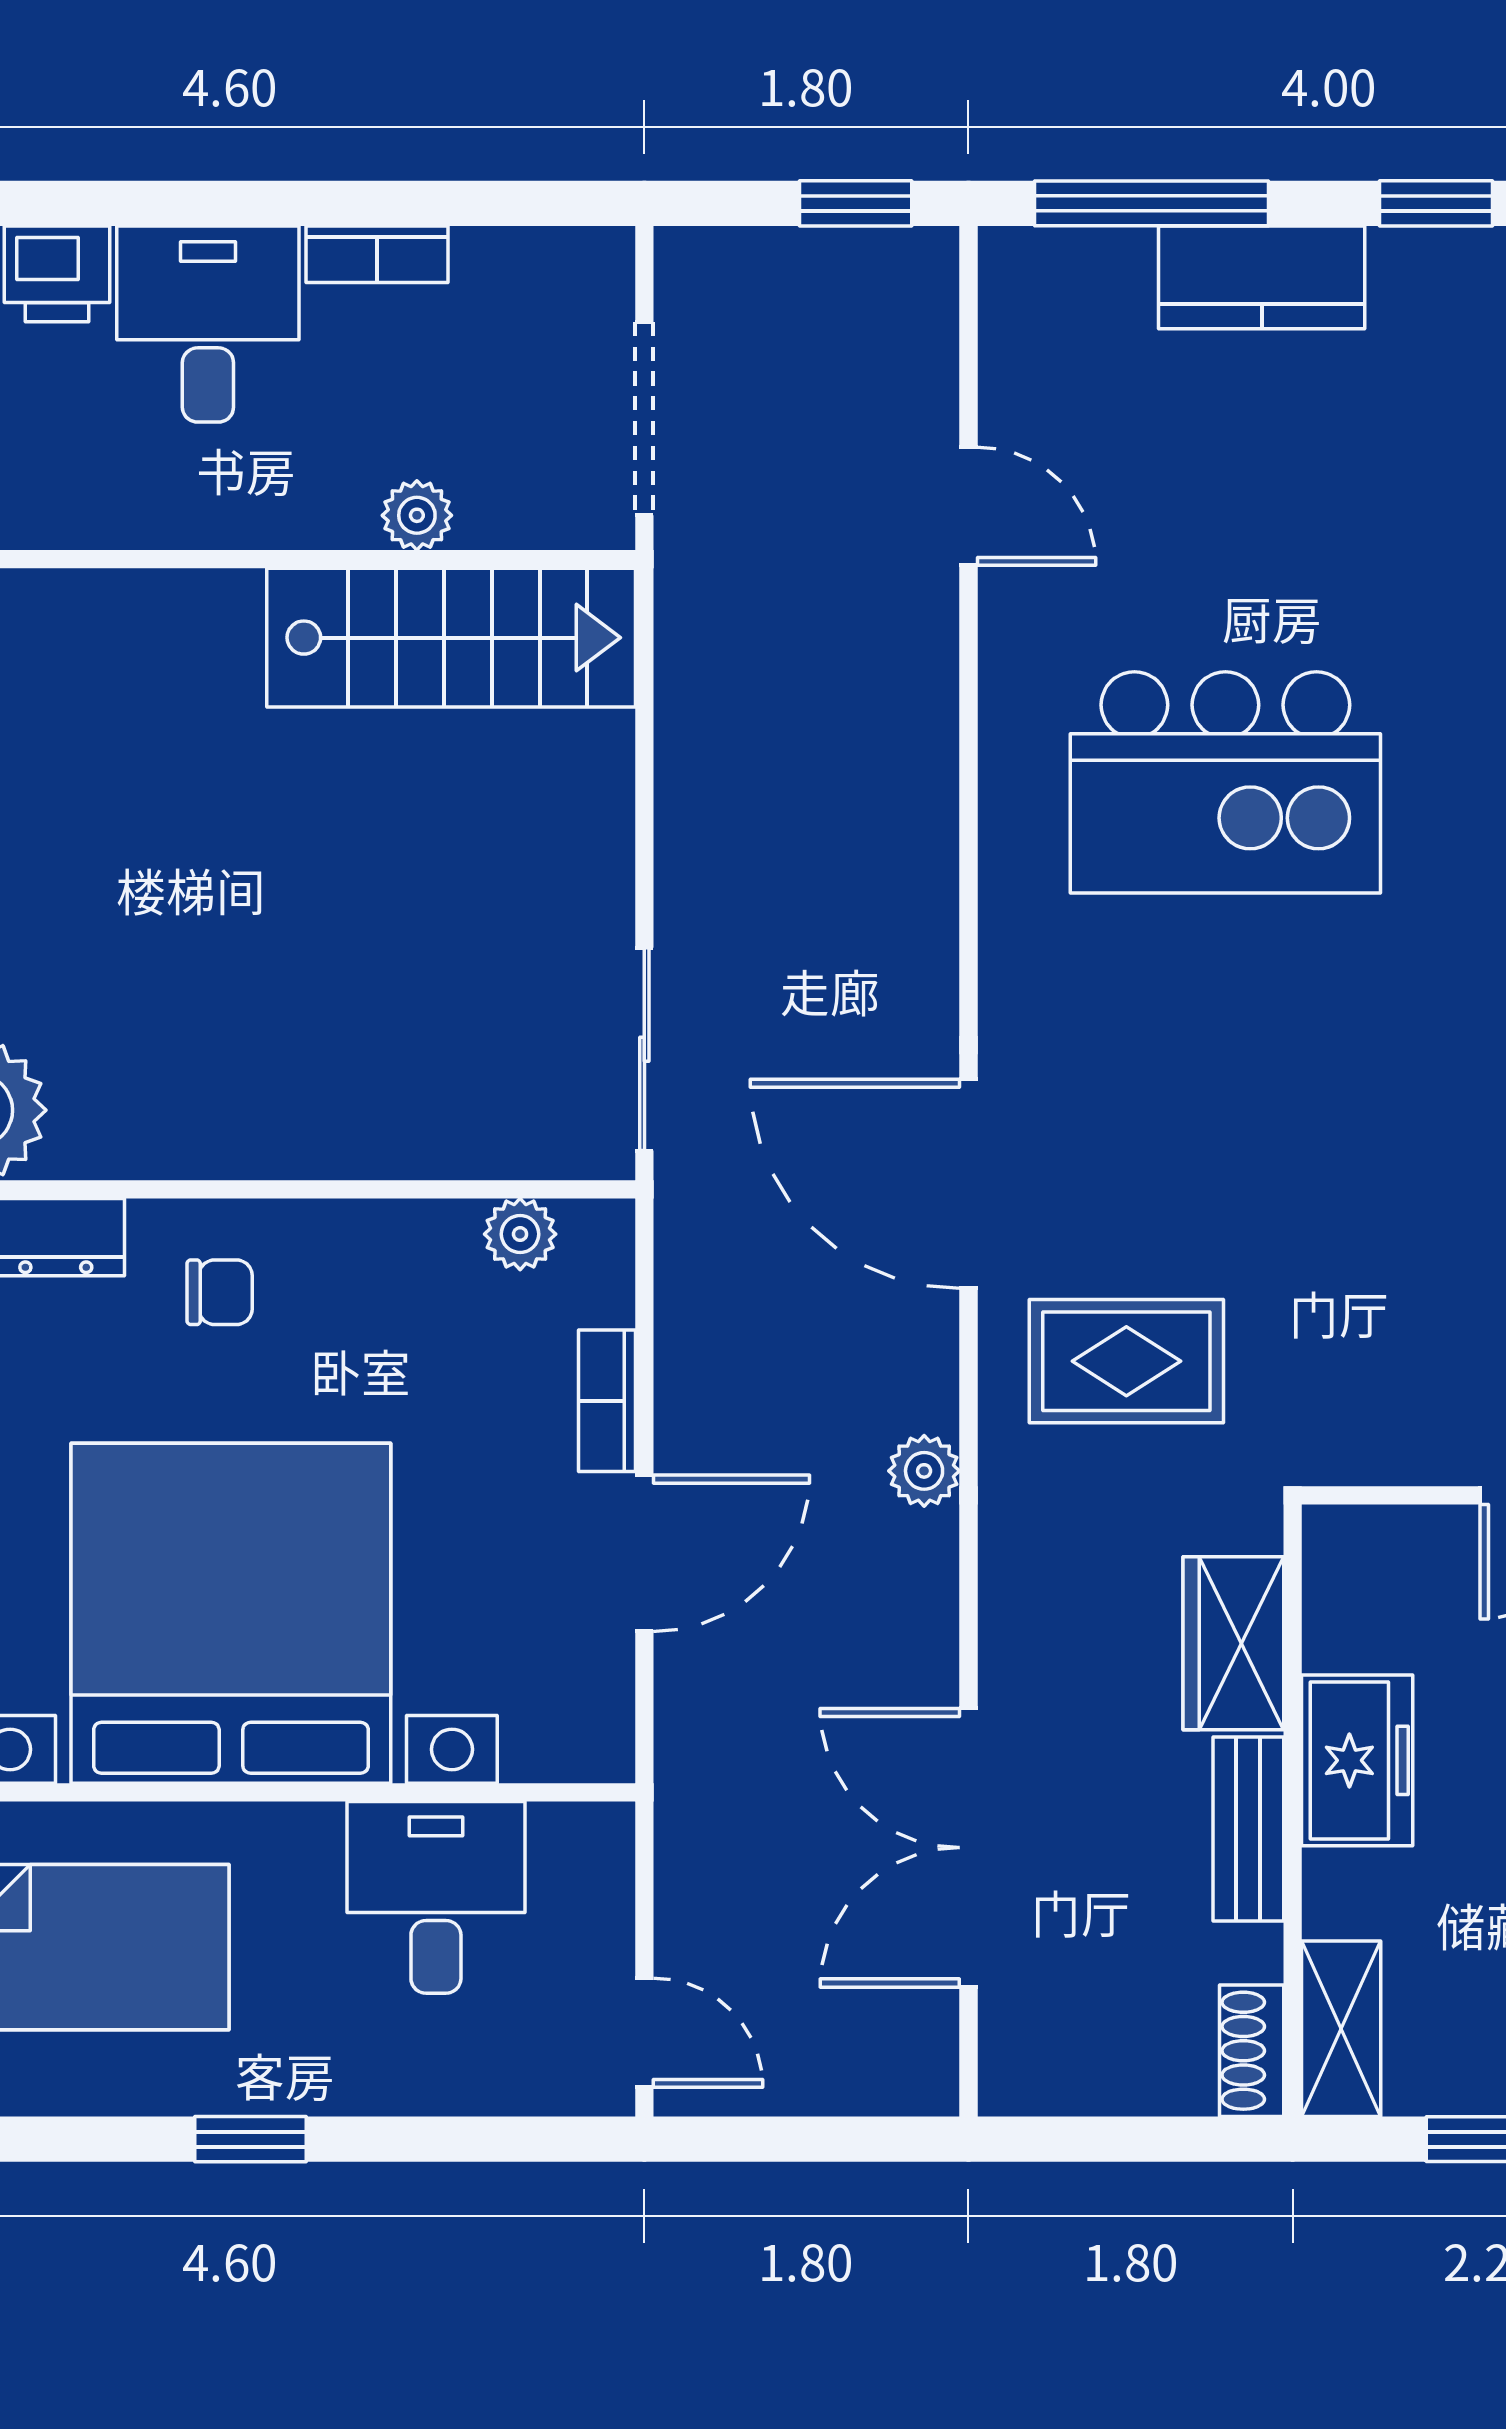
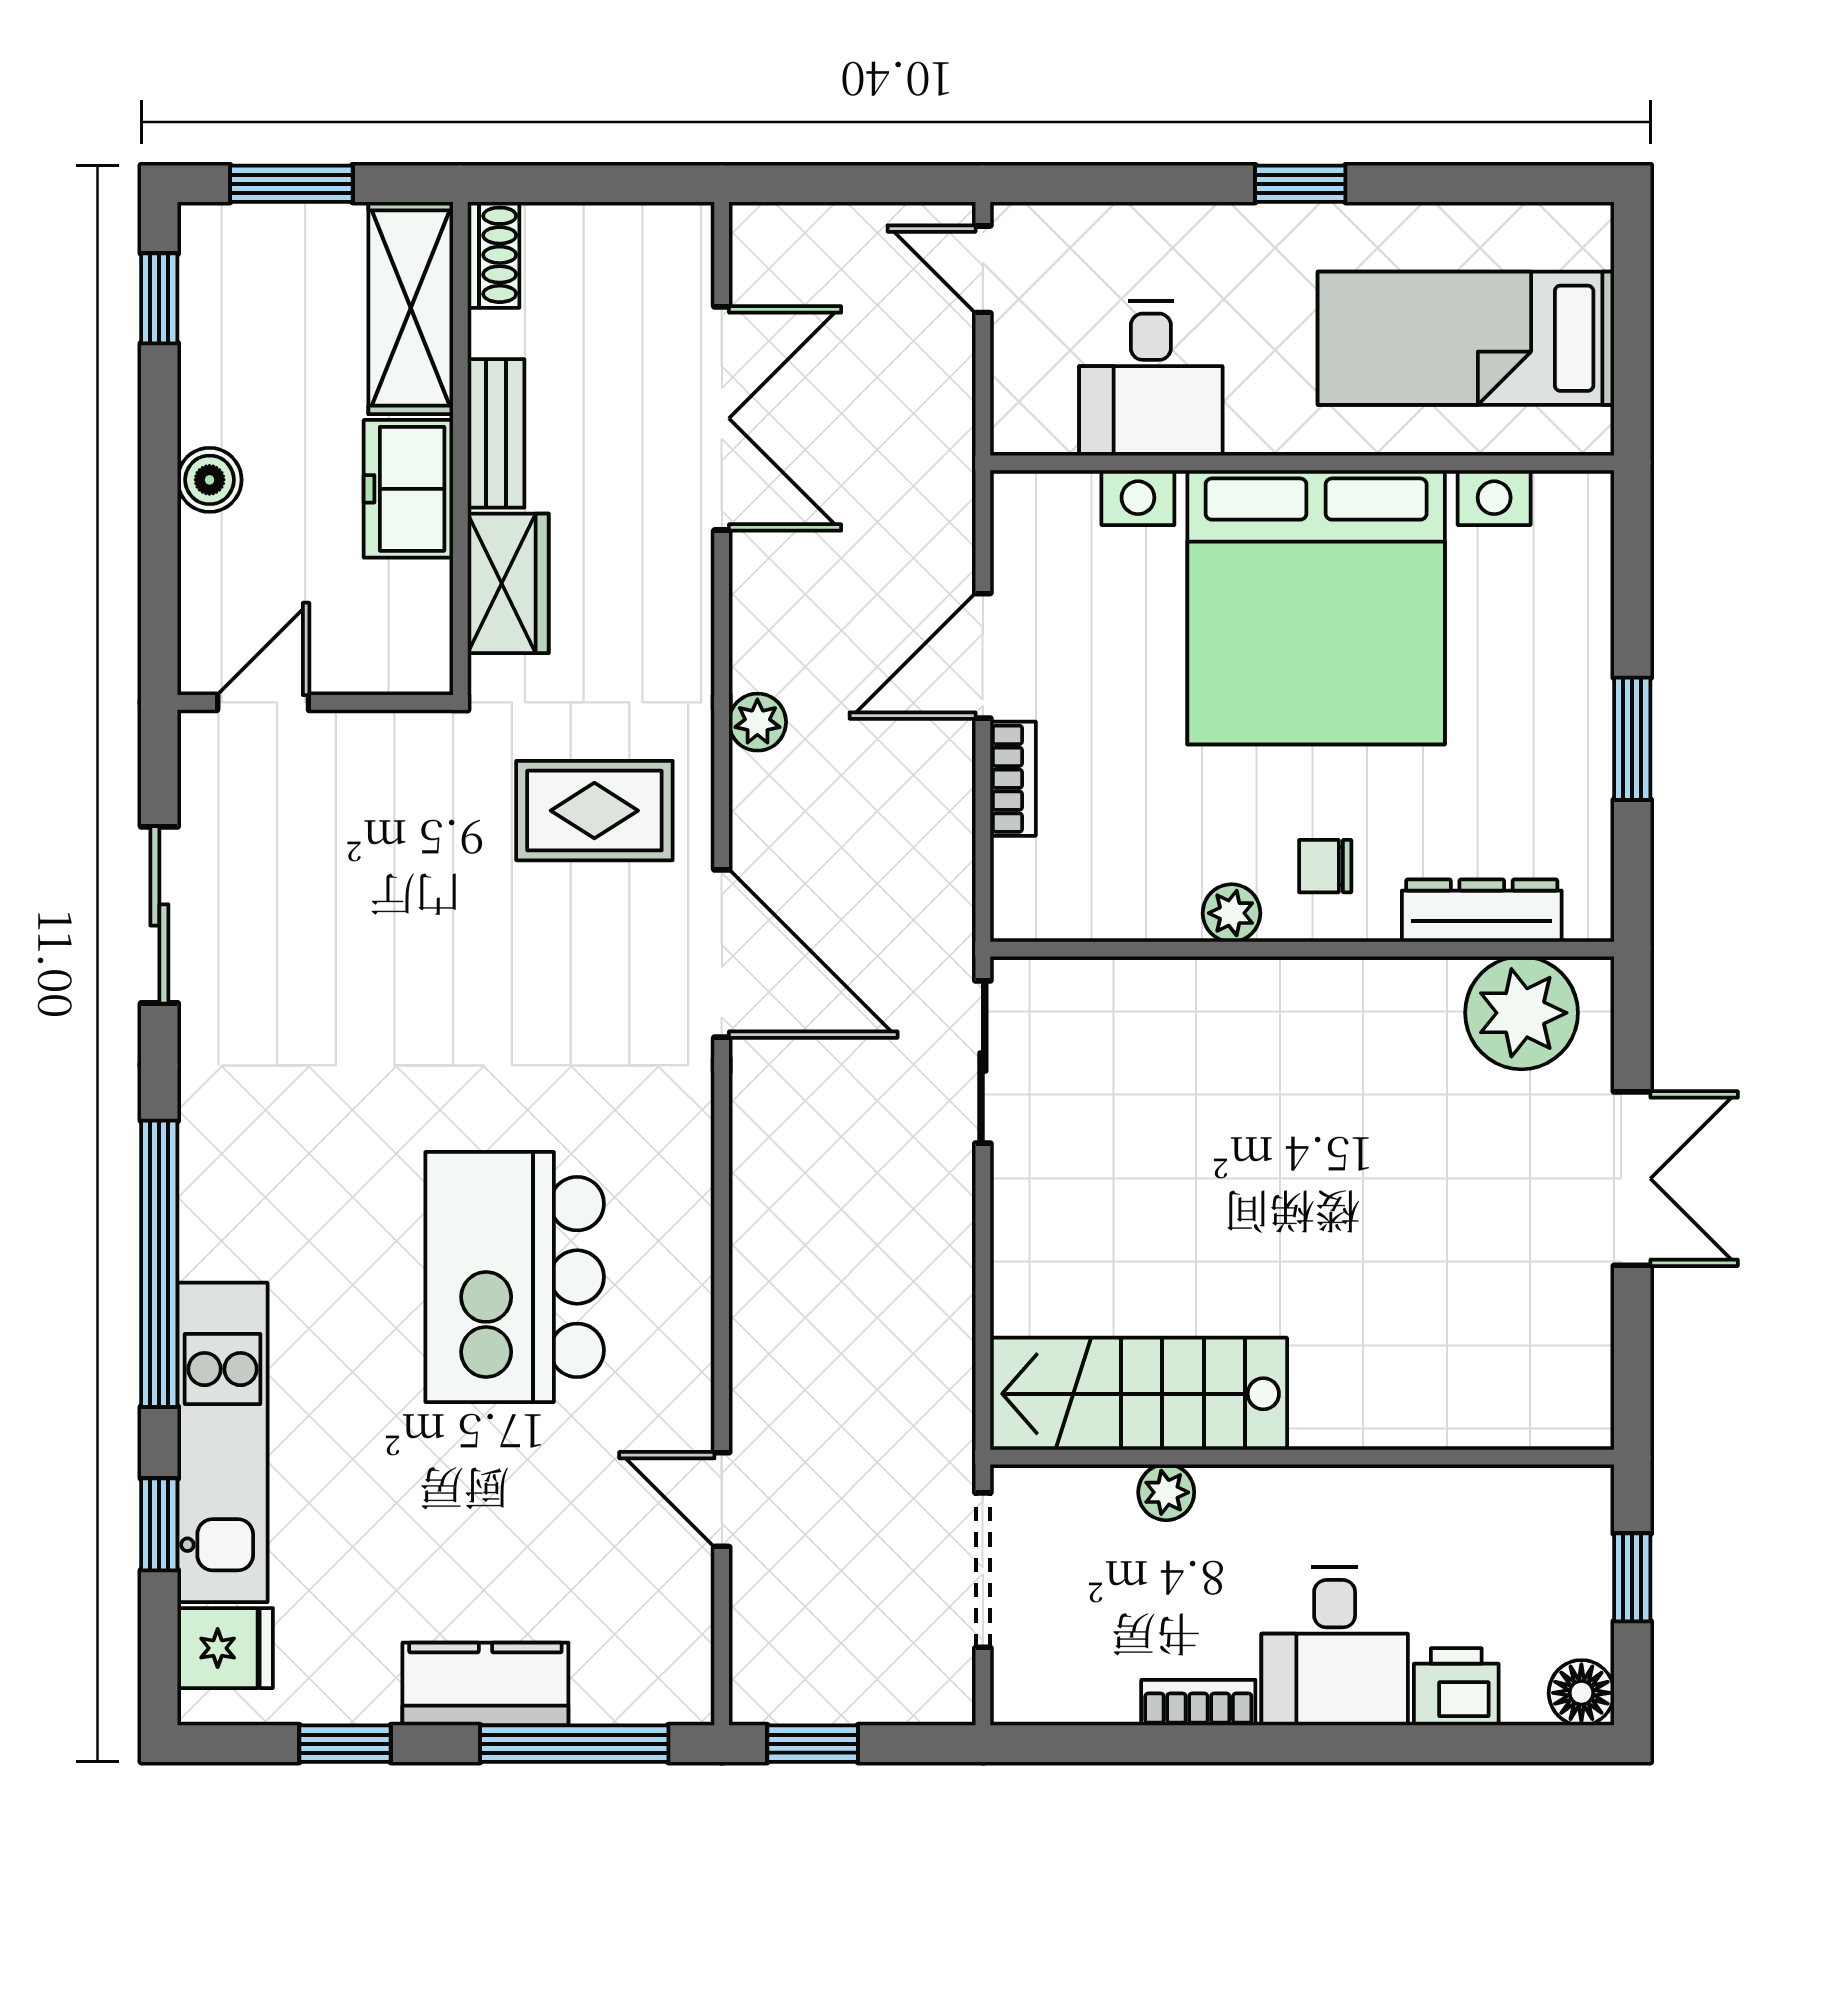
kitchen island: (1225, 782) -> (515, 1277), turned -90
plant: (520, 1234) -> (1232, 913), moved
shelving: (1341, 2029) -> (411, 308), width x1.50, depth x1.33

